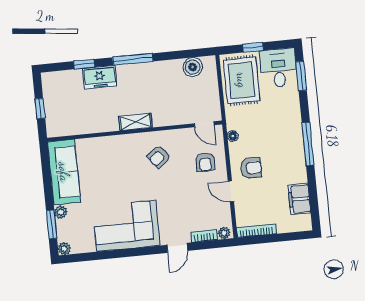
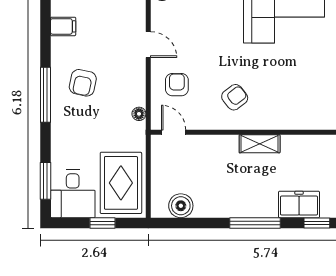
armchair: (251, 168) -> (83, 83), moved, turned -78
filing cabinet: (299, 199) -> (63, 26), width x0.50

